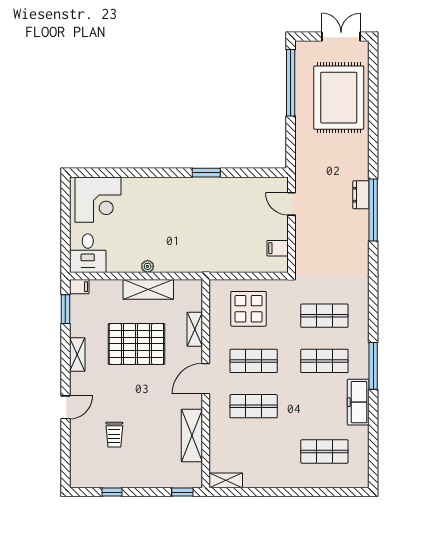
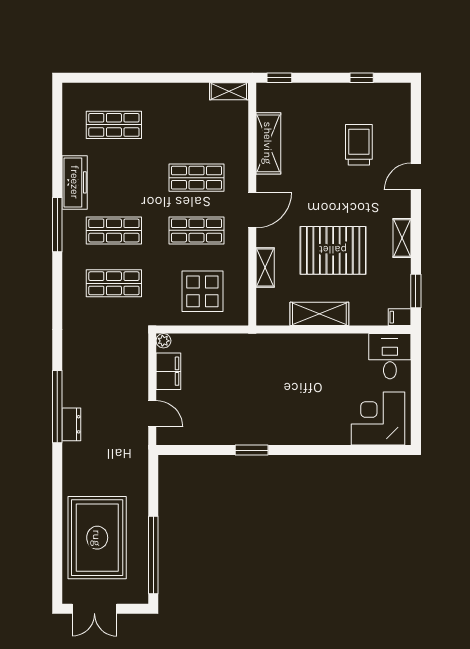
filing cabinet: (278, 248) -> (168, 371), width x2.00
plant: (148, 266) -> (163, 341), moved
trolley: (114, 435) -> (359, 145), width x1.36, depth x1.39

